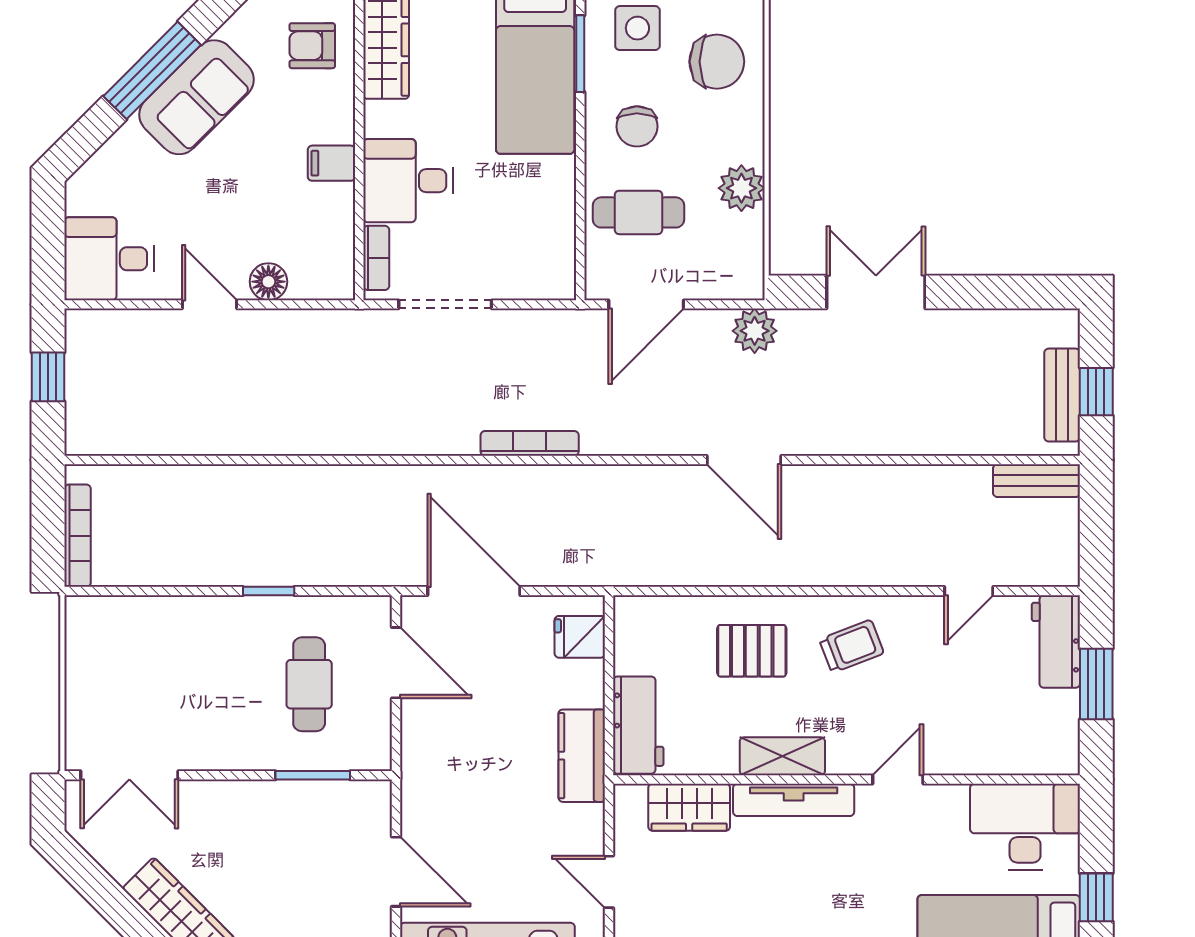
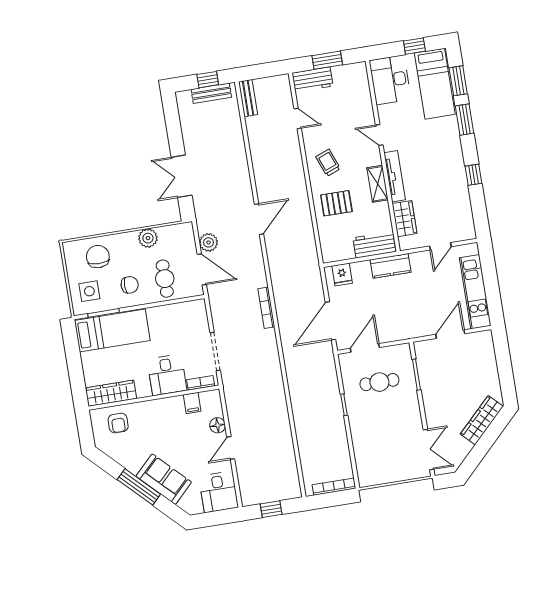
sofa: (197, 97) -> (164, 479), moved
filing cabinet: (331, 163) -> (192, 403), moved
plant: (755, 331) -> (209, 242), moved
pallet: (752, 651) -> (336, 203), turned 90

